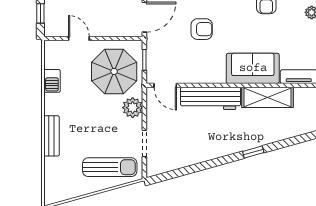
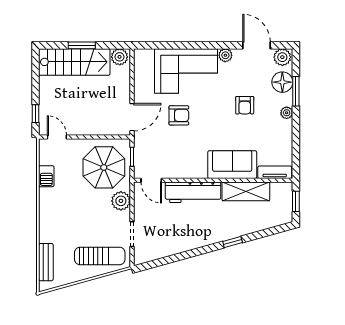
armchair: (202, 29) -> (179, 115), moved
door: (79, 39) -> (57, 137), moved
bench: (52, 136) -> (46, 262), moved

